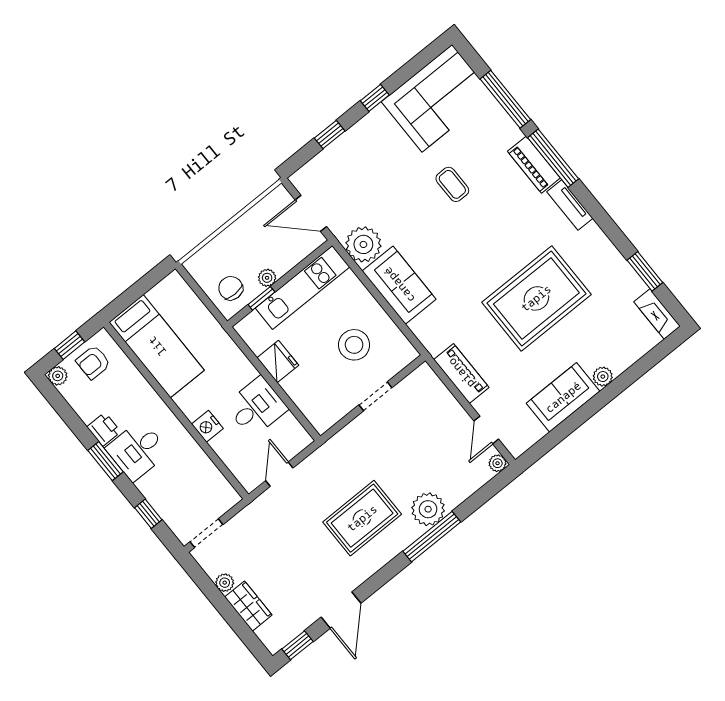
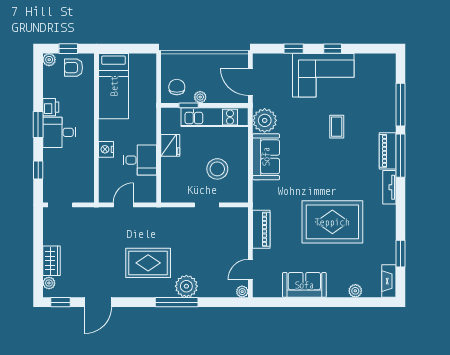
corner sofa: (437, 98) -> (323, 75), moved
plant: (603, 377) -> (355, 291), moved
plant: (225, 583) -> (49, 283), moved

